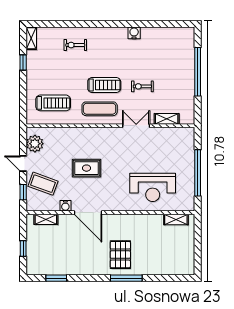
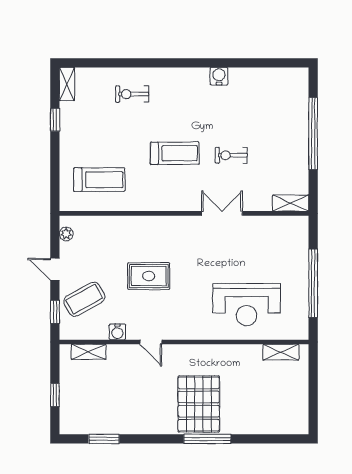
exercise mat: (100, 109) -> (168, 188), removed
shelving: (167, 119) -> (291, 203), moved
plant: (35, 144) -> (66, 234), width x0.53, depth x0.53
coffee table: (43, 184) -> (84, 299), turned -49
door: (88, 213) -> (151, 342), width x0.53
pallet: (120, 255) -> (199, 404), width x1.37, depth x1.41

